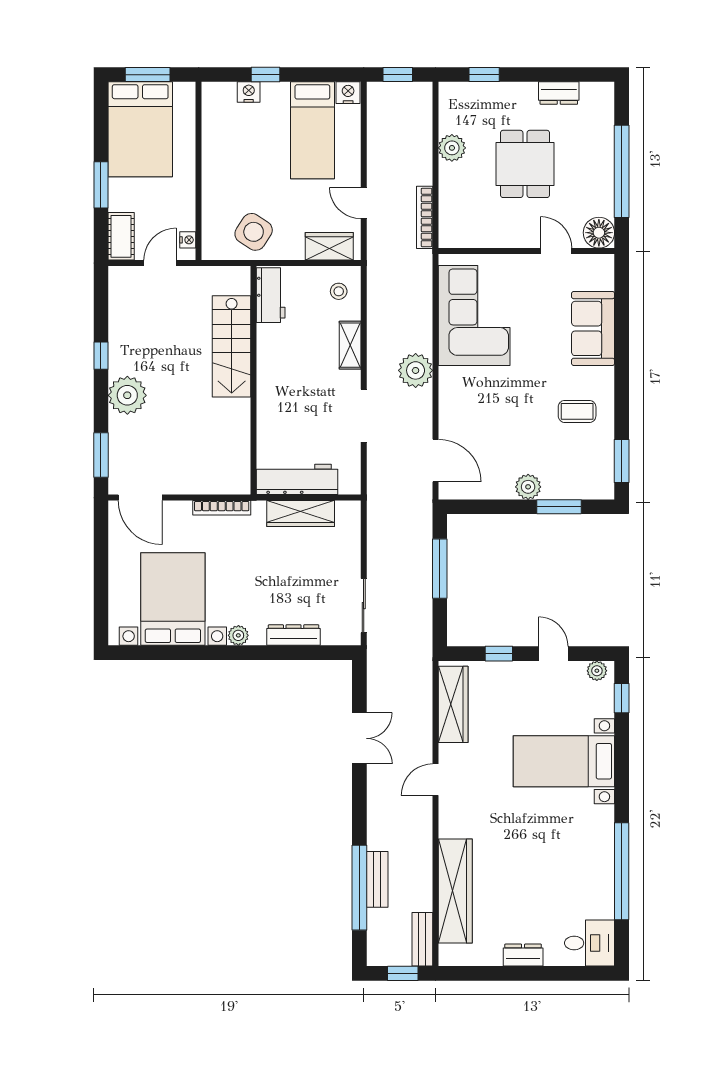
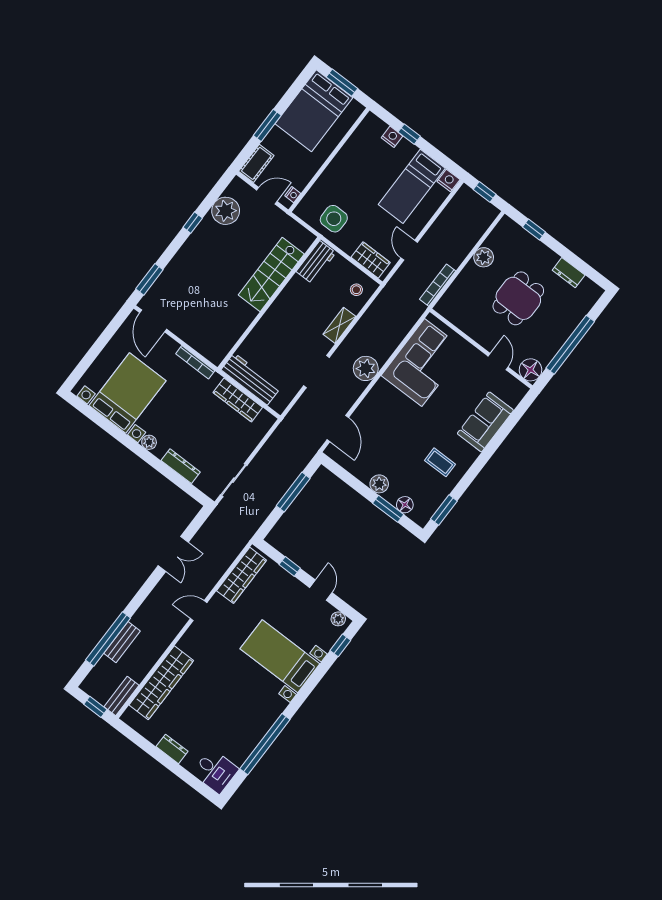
side table: (254, 232) -> (334, 219), turned -33
plant: (127, 395) -> (226, 211), moved
floor lamp: (574, 488) -> (405, 505), added

